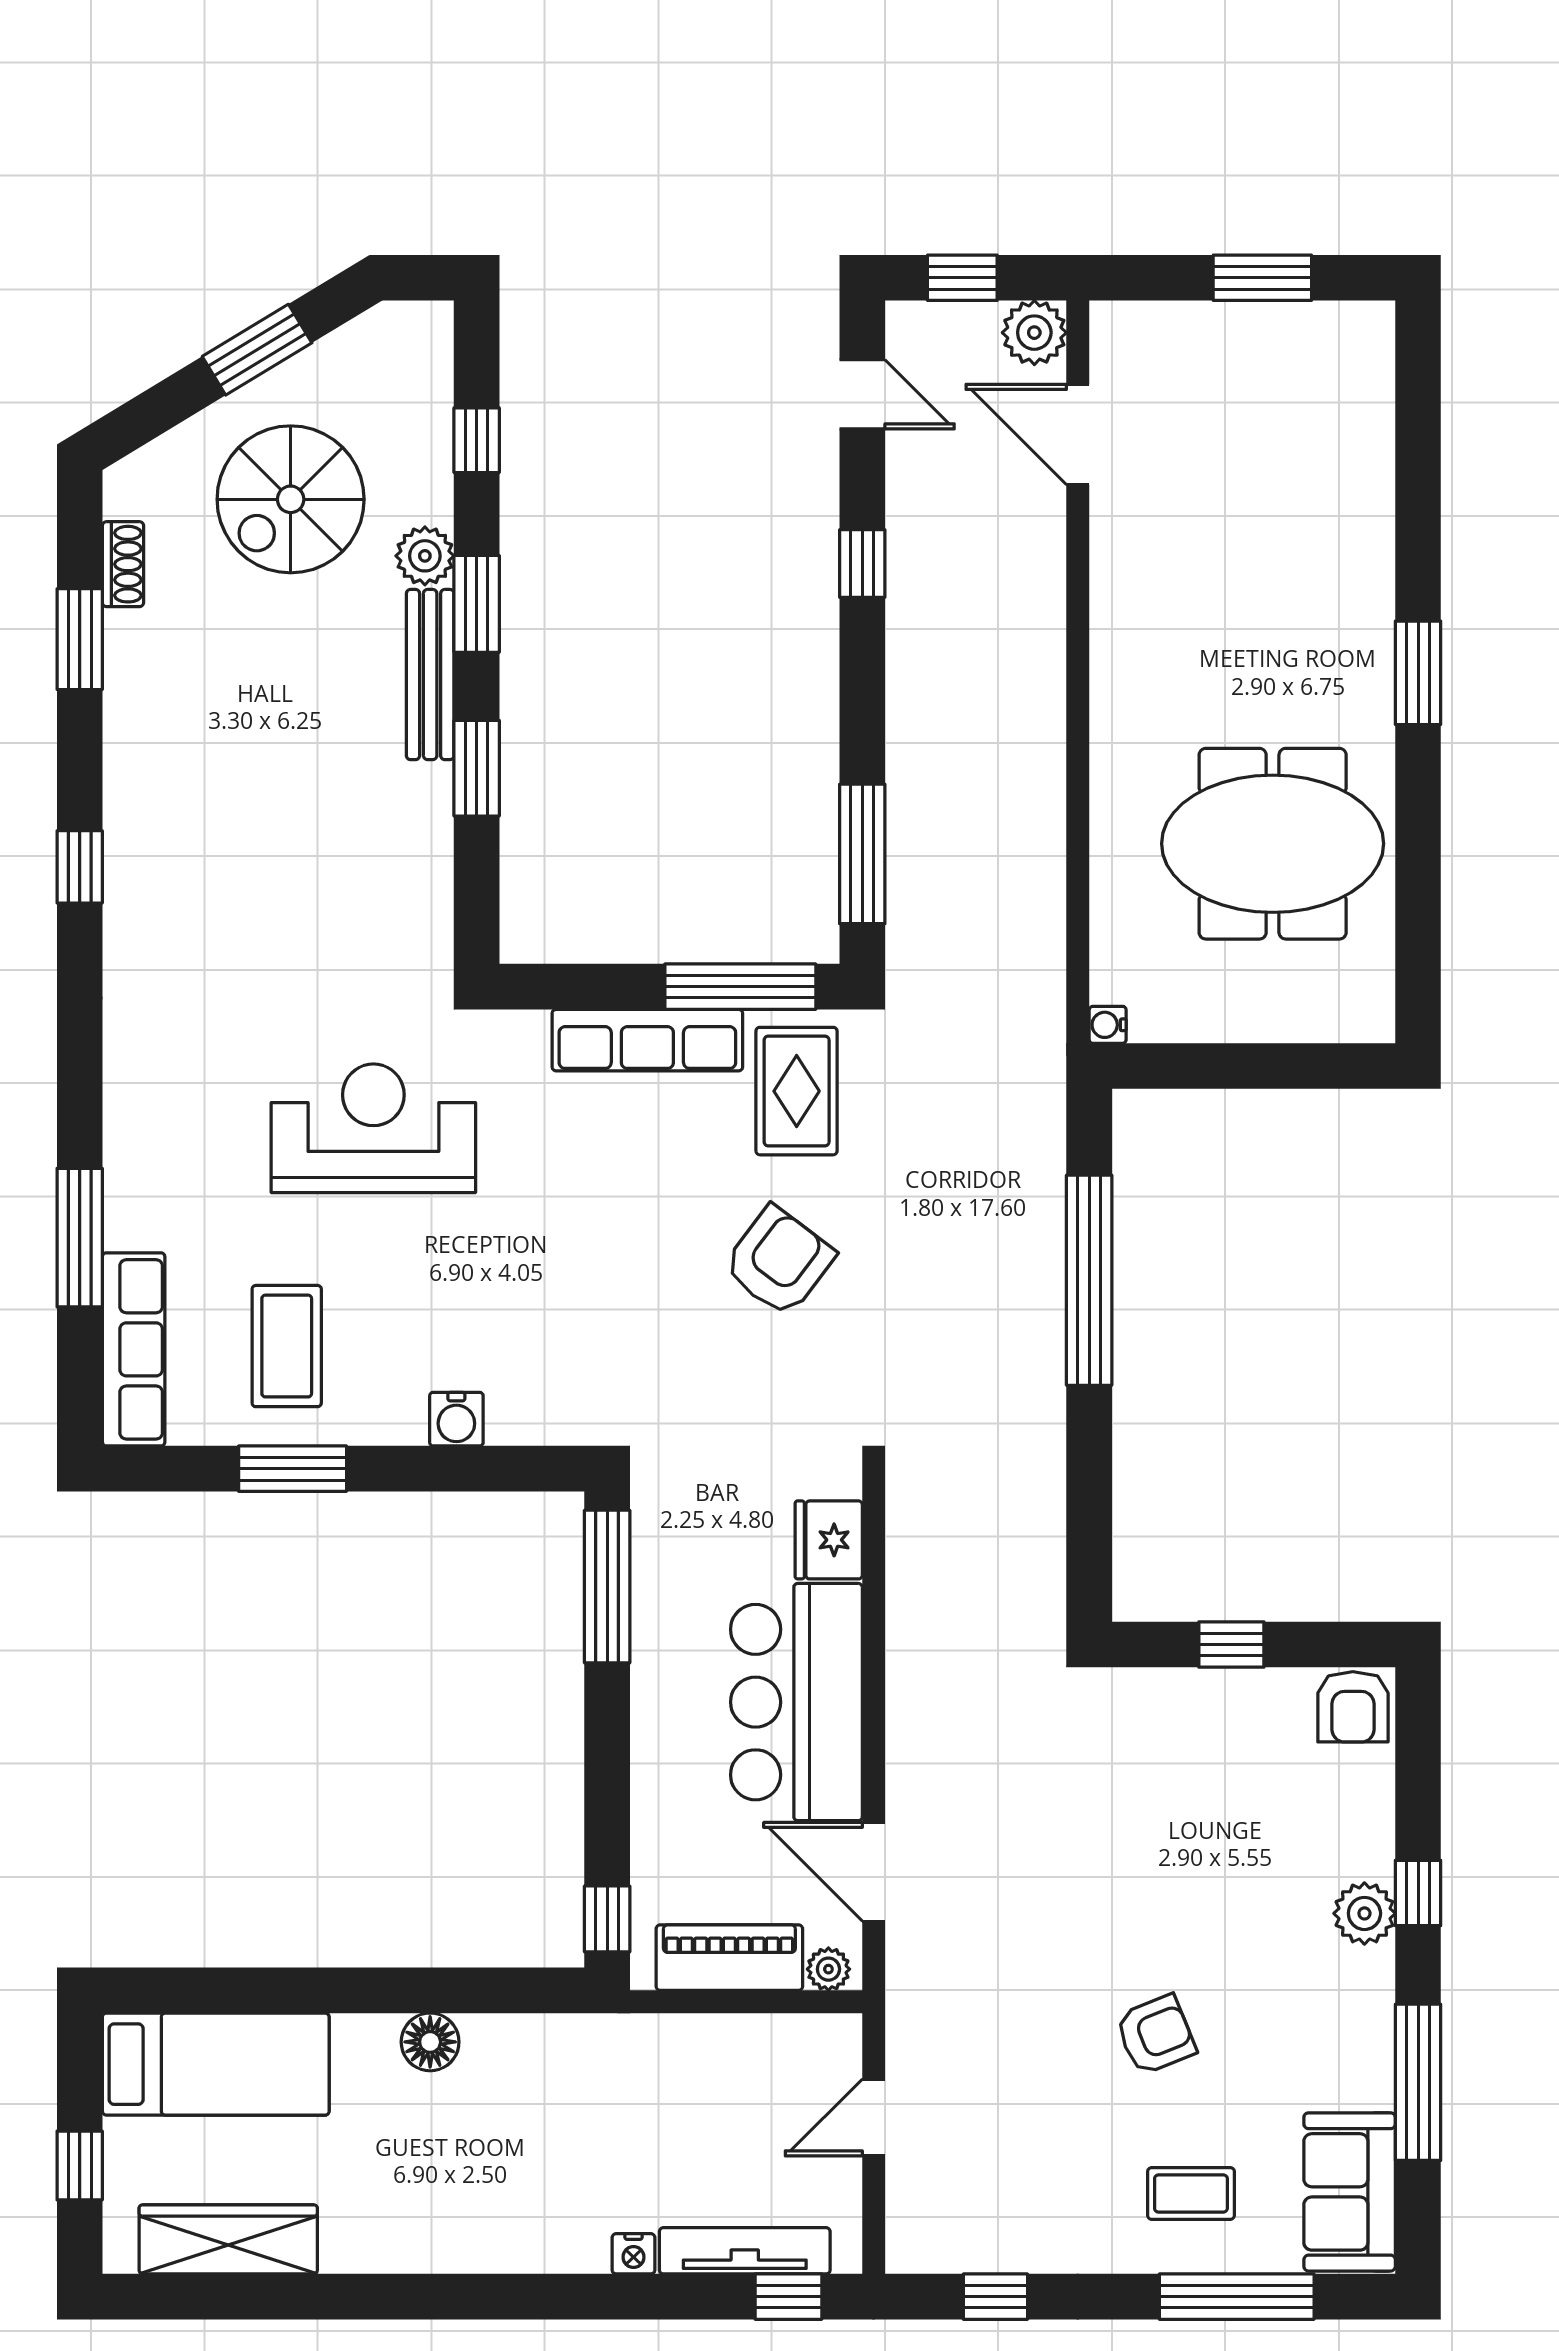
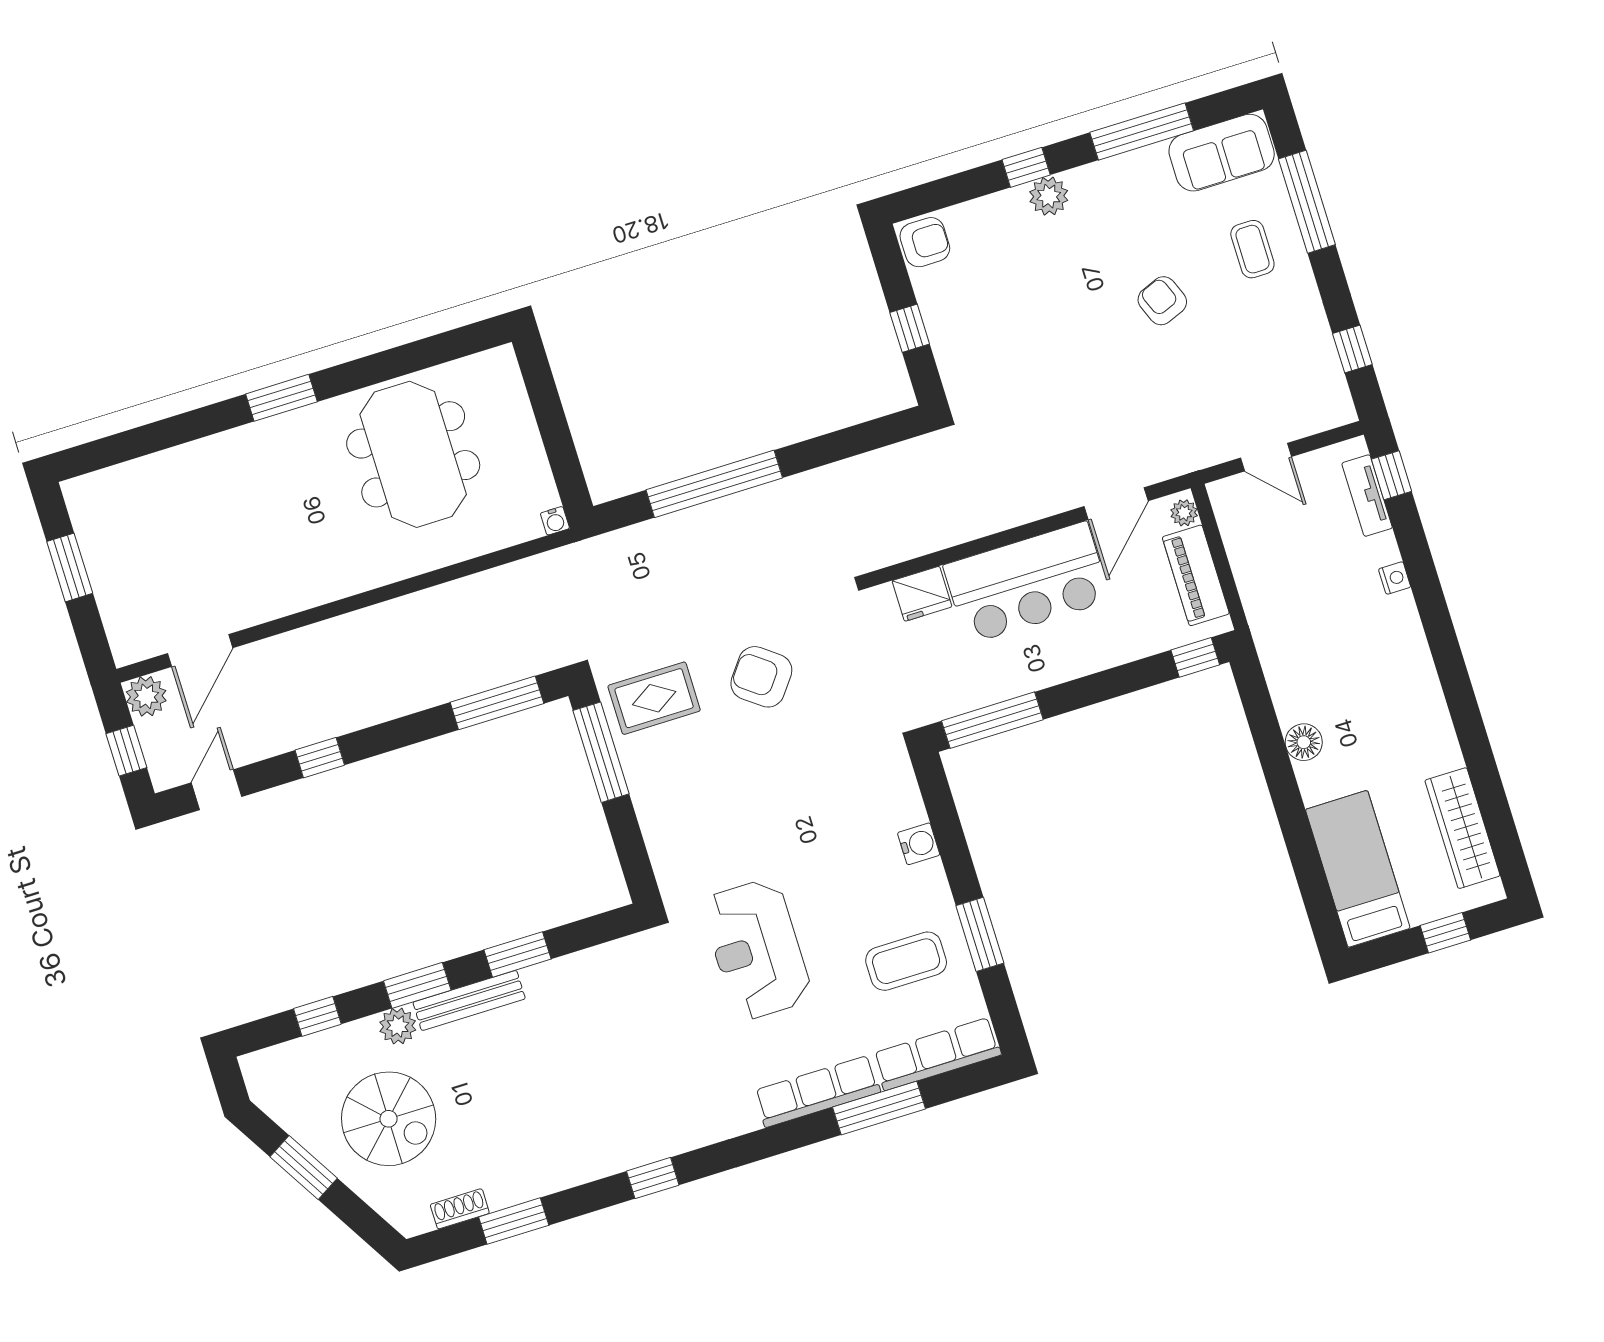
row of seats: (647, 1040) -> (817, 1091), moved, turned -90
tv unit: (745, 2251) -> (1367, 496), width x0.71

